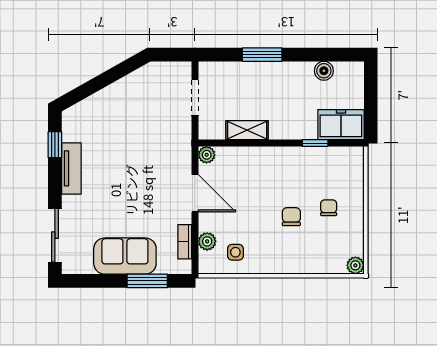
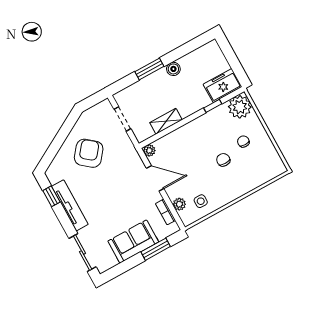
boiler: (324, 71) -> (173, 69), moved
armchair: (130, 117) -> (89, 153), added
tv unit: (71, 168) -> (70, 205), width x1.41
plant: (355, 265) -> (240, 107), moved, width x1.88, depth x1.88

